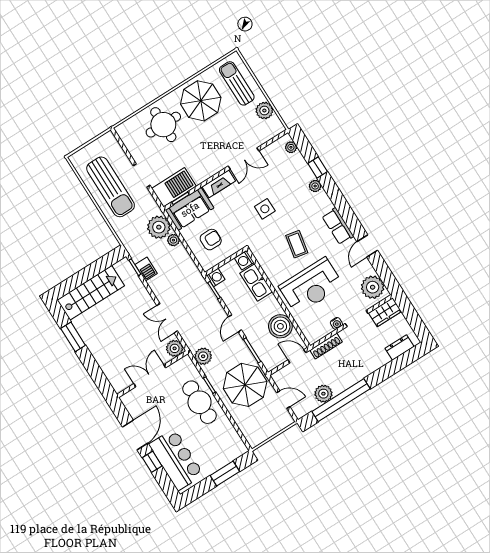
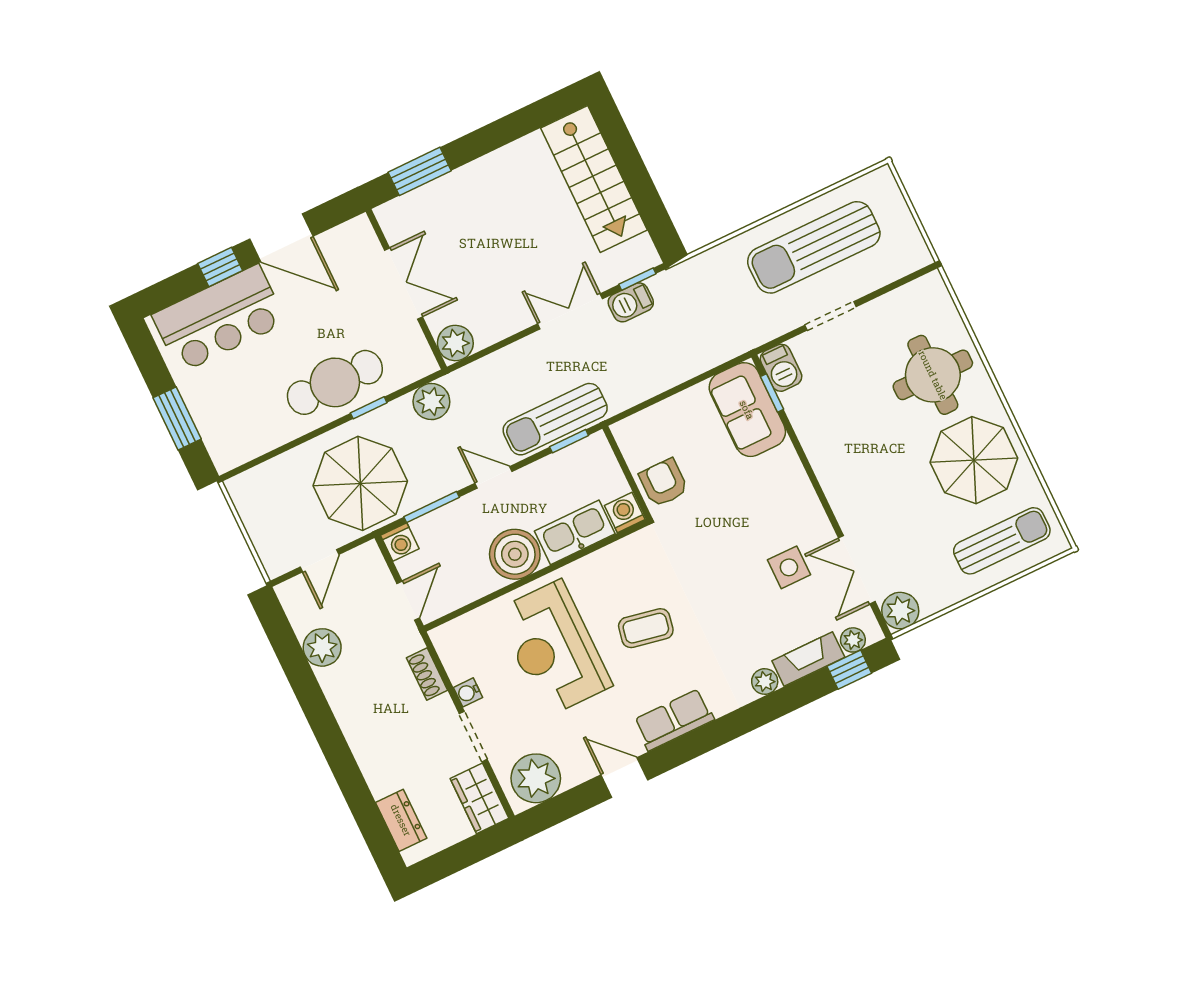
plant: (264, 111) -> (900, 611), moved
double door: (244, 159) -> (857, 570), moved
window: (318, 167) -> (849, 670), moved
fireplace: (219, 184) -> (808, 659), moved, turned 90
barbecue: (174, 187) -> (781, 368), width x0.53, depth x0.65
side table: (265, 209) -> (789, 567), moved
plant: (159, 227) -> (716, 340), removed
plant: (173, 240) -> (685, 368), removed
armchair: (211, 240) -> (664, 483), moved, turned 180
washing machine: (216, 277) -> (400, 542), moved
sun lounger: (205, 298) -> (555, 419), added
double door: (167, 318) -> (570, 311), moved
boiler: (280, 326) -> (515, 554), moved
window: (73, 337) -> (420, 171), moved
shoe rack: (326, 346) -> (427, 674), width x0.70
window: (341, 400) -> (304, 683), removed

